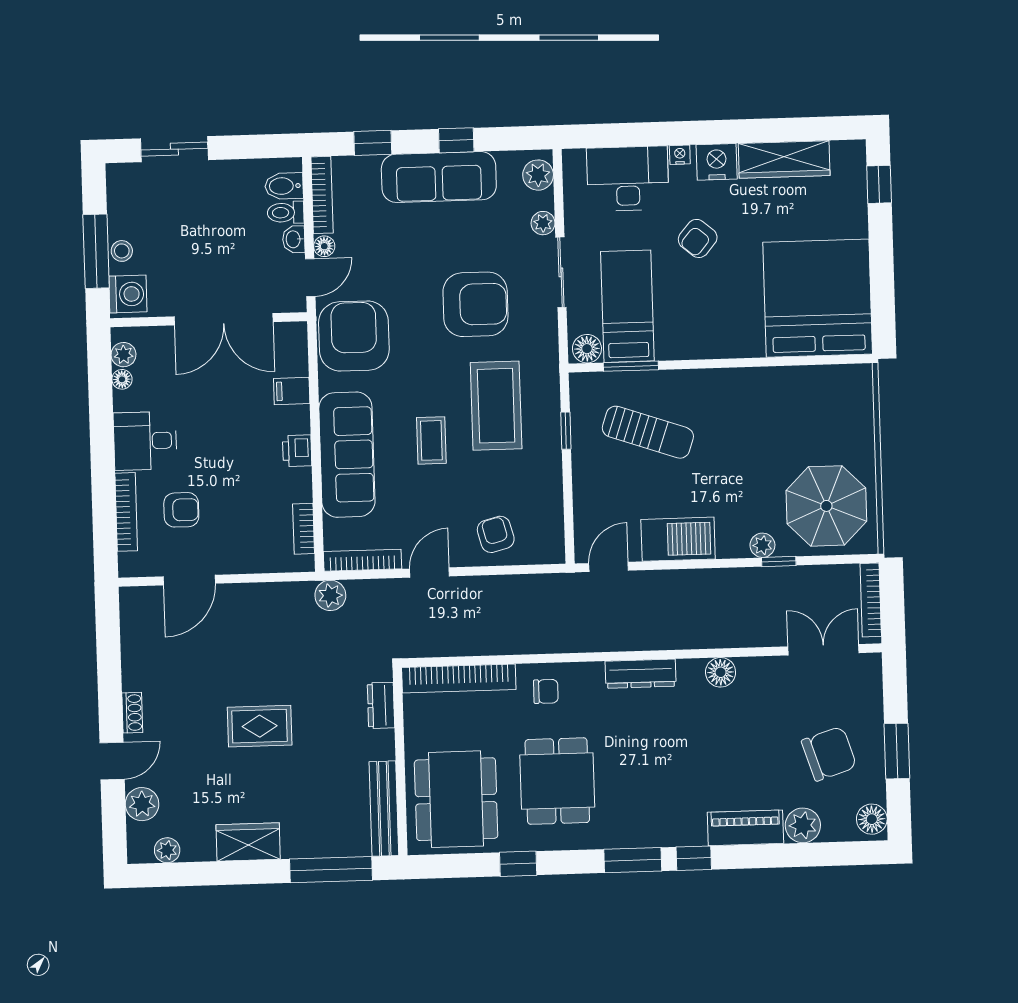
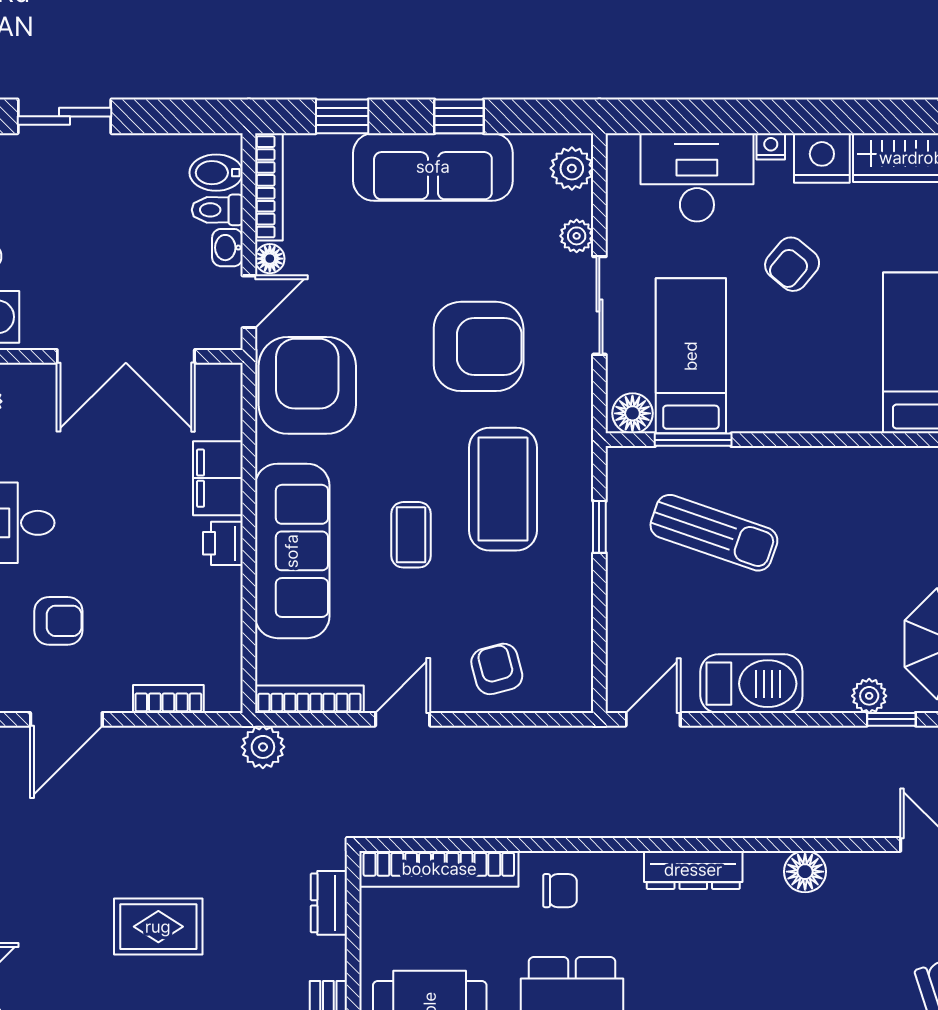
filing cabinet: (292, 391) -> (218, 478), width x2.00
bookcase: (304, 529) -> (168, 699), moved, turned 90

